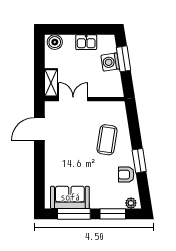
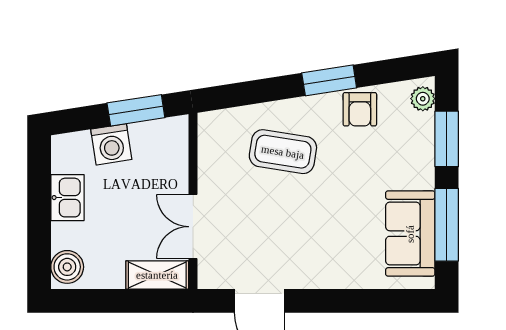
window: (123, 59) -> (136, 110), moved

